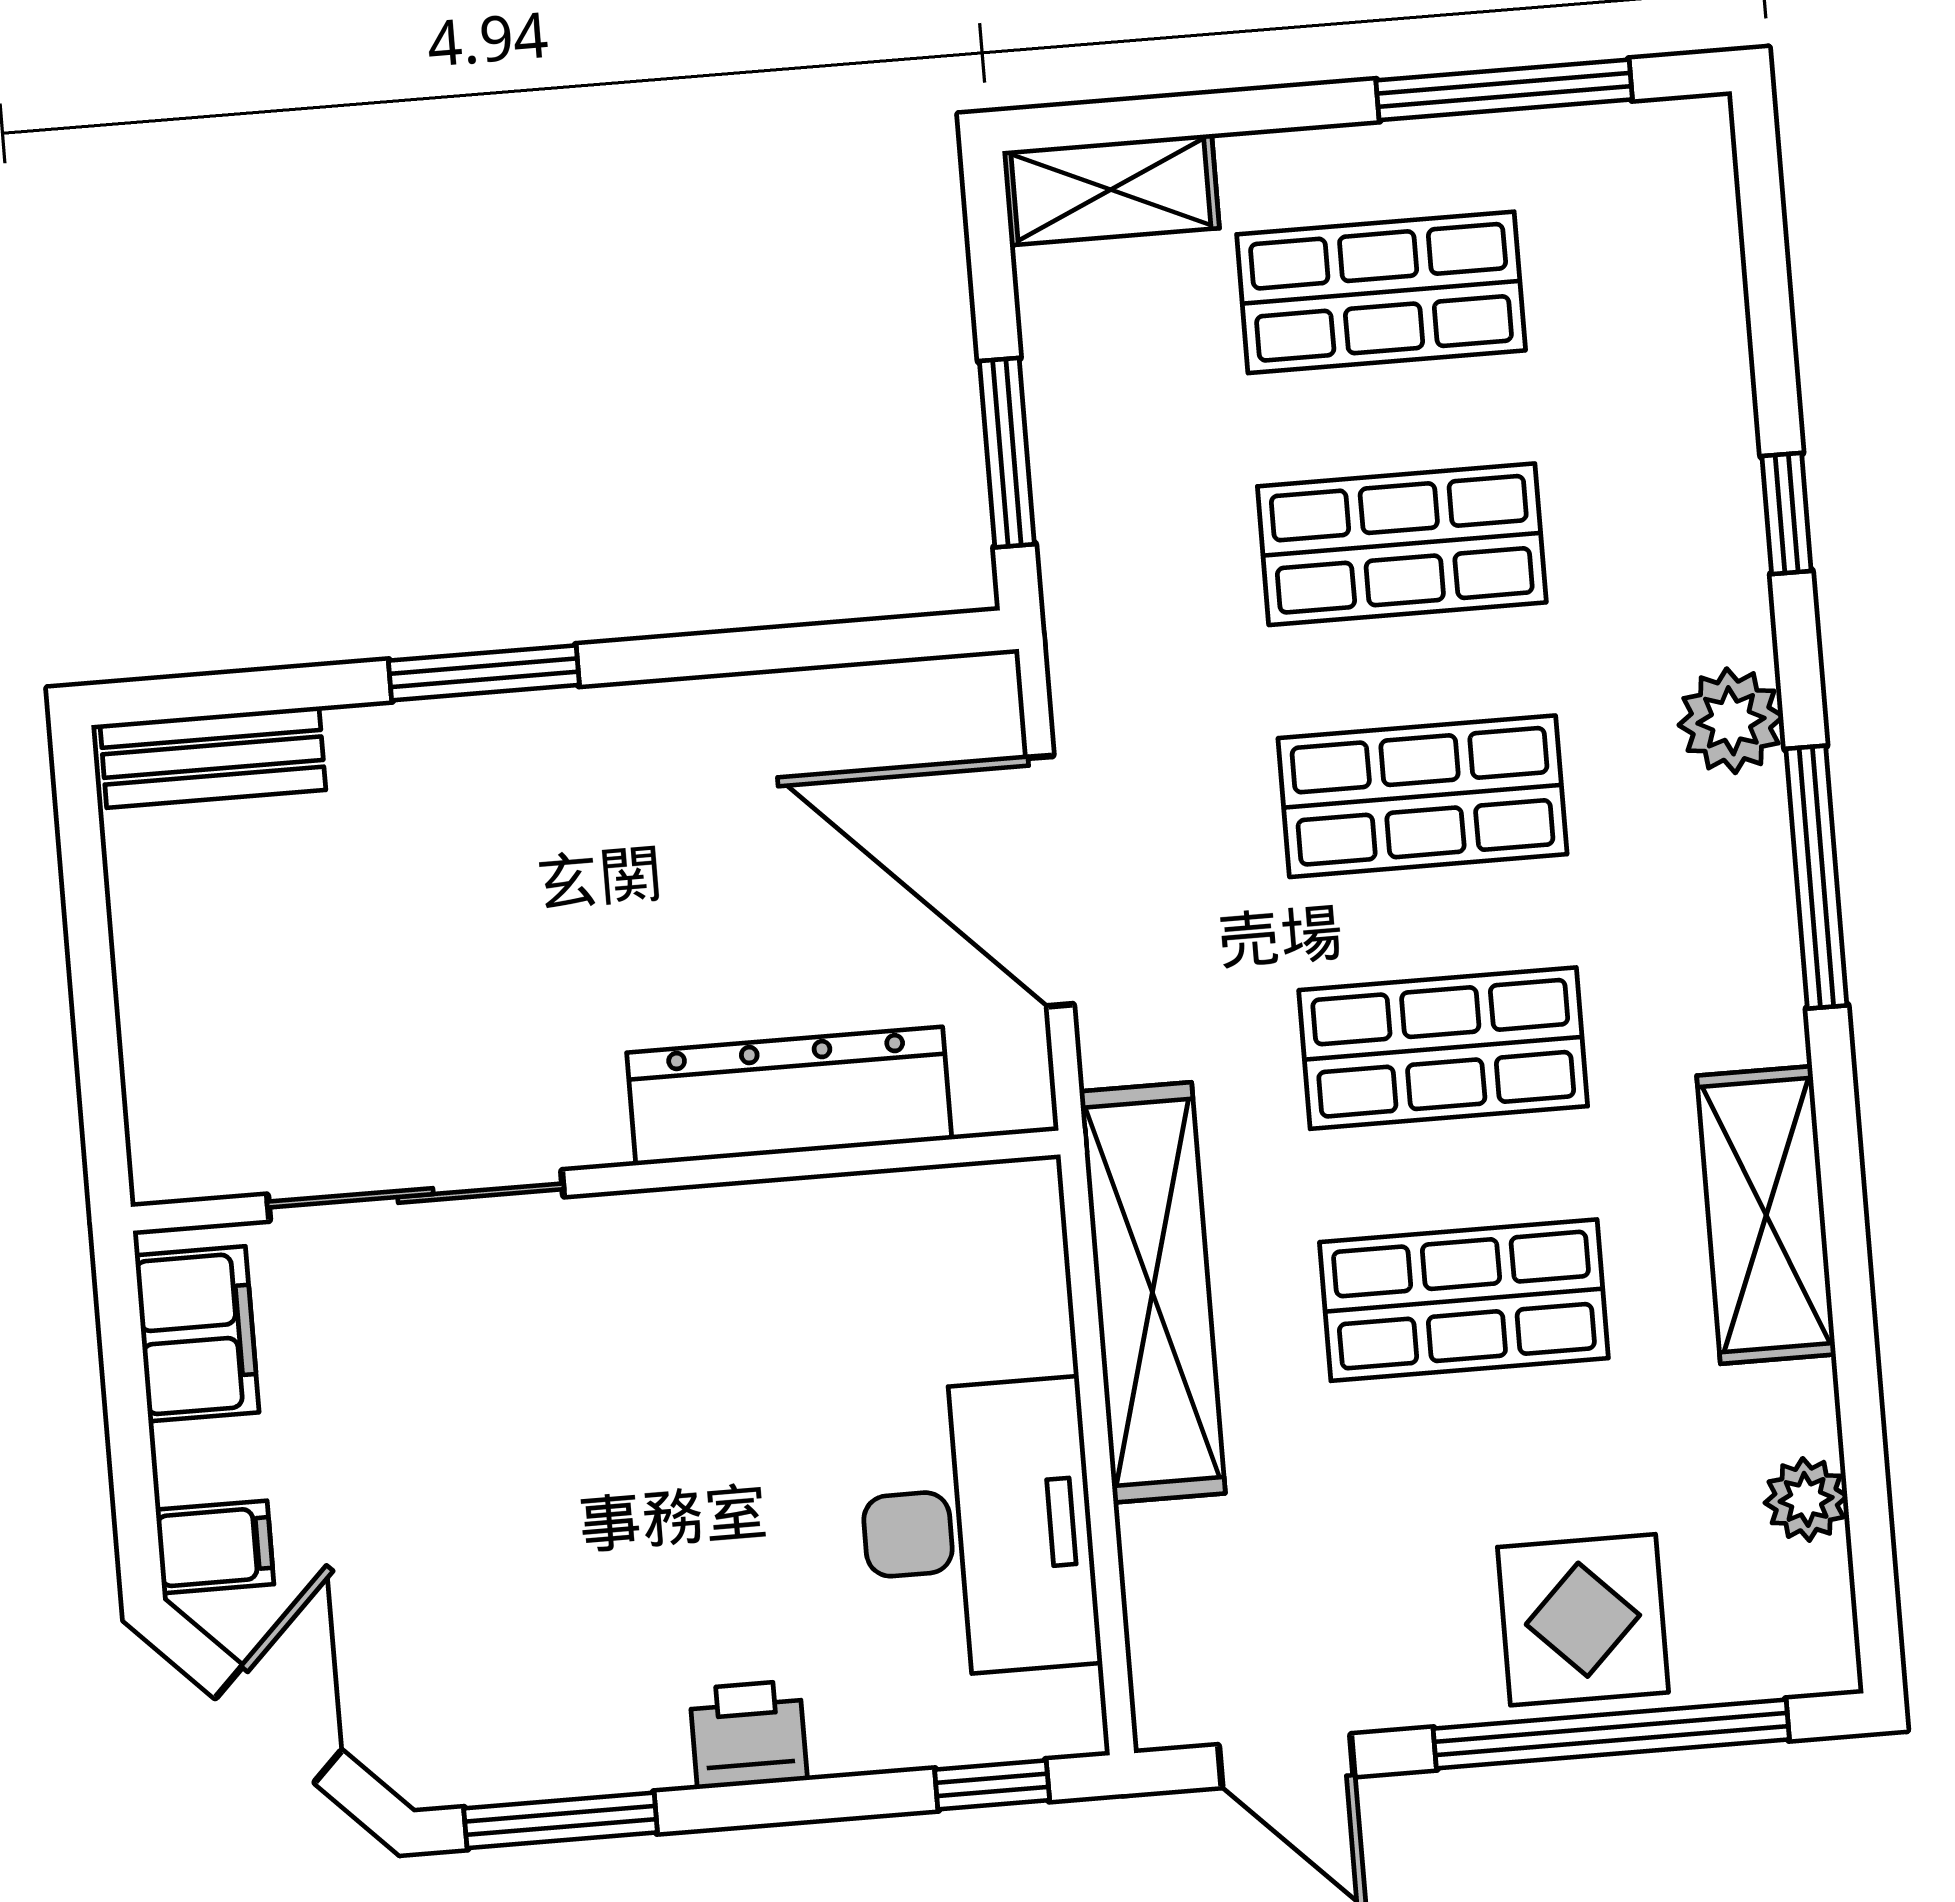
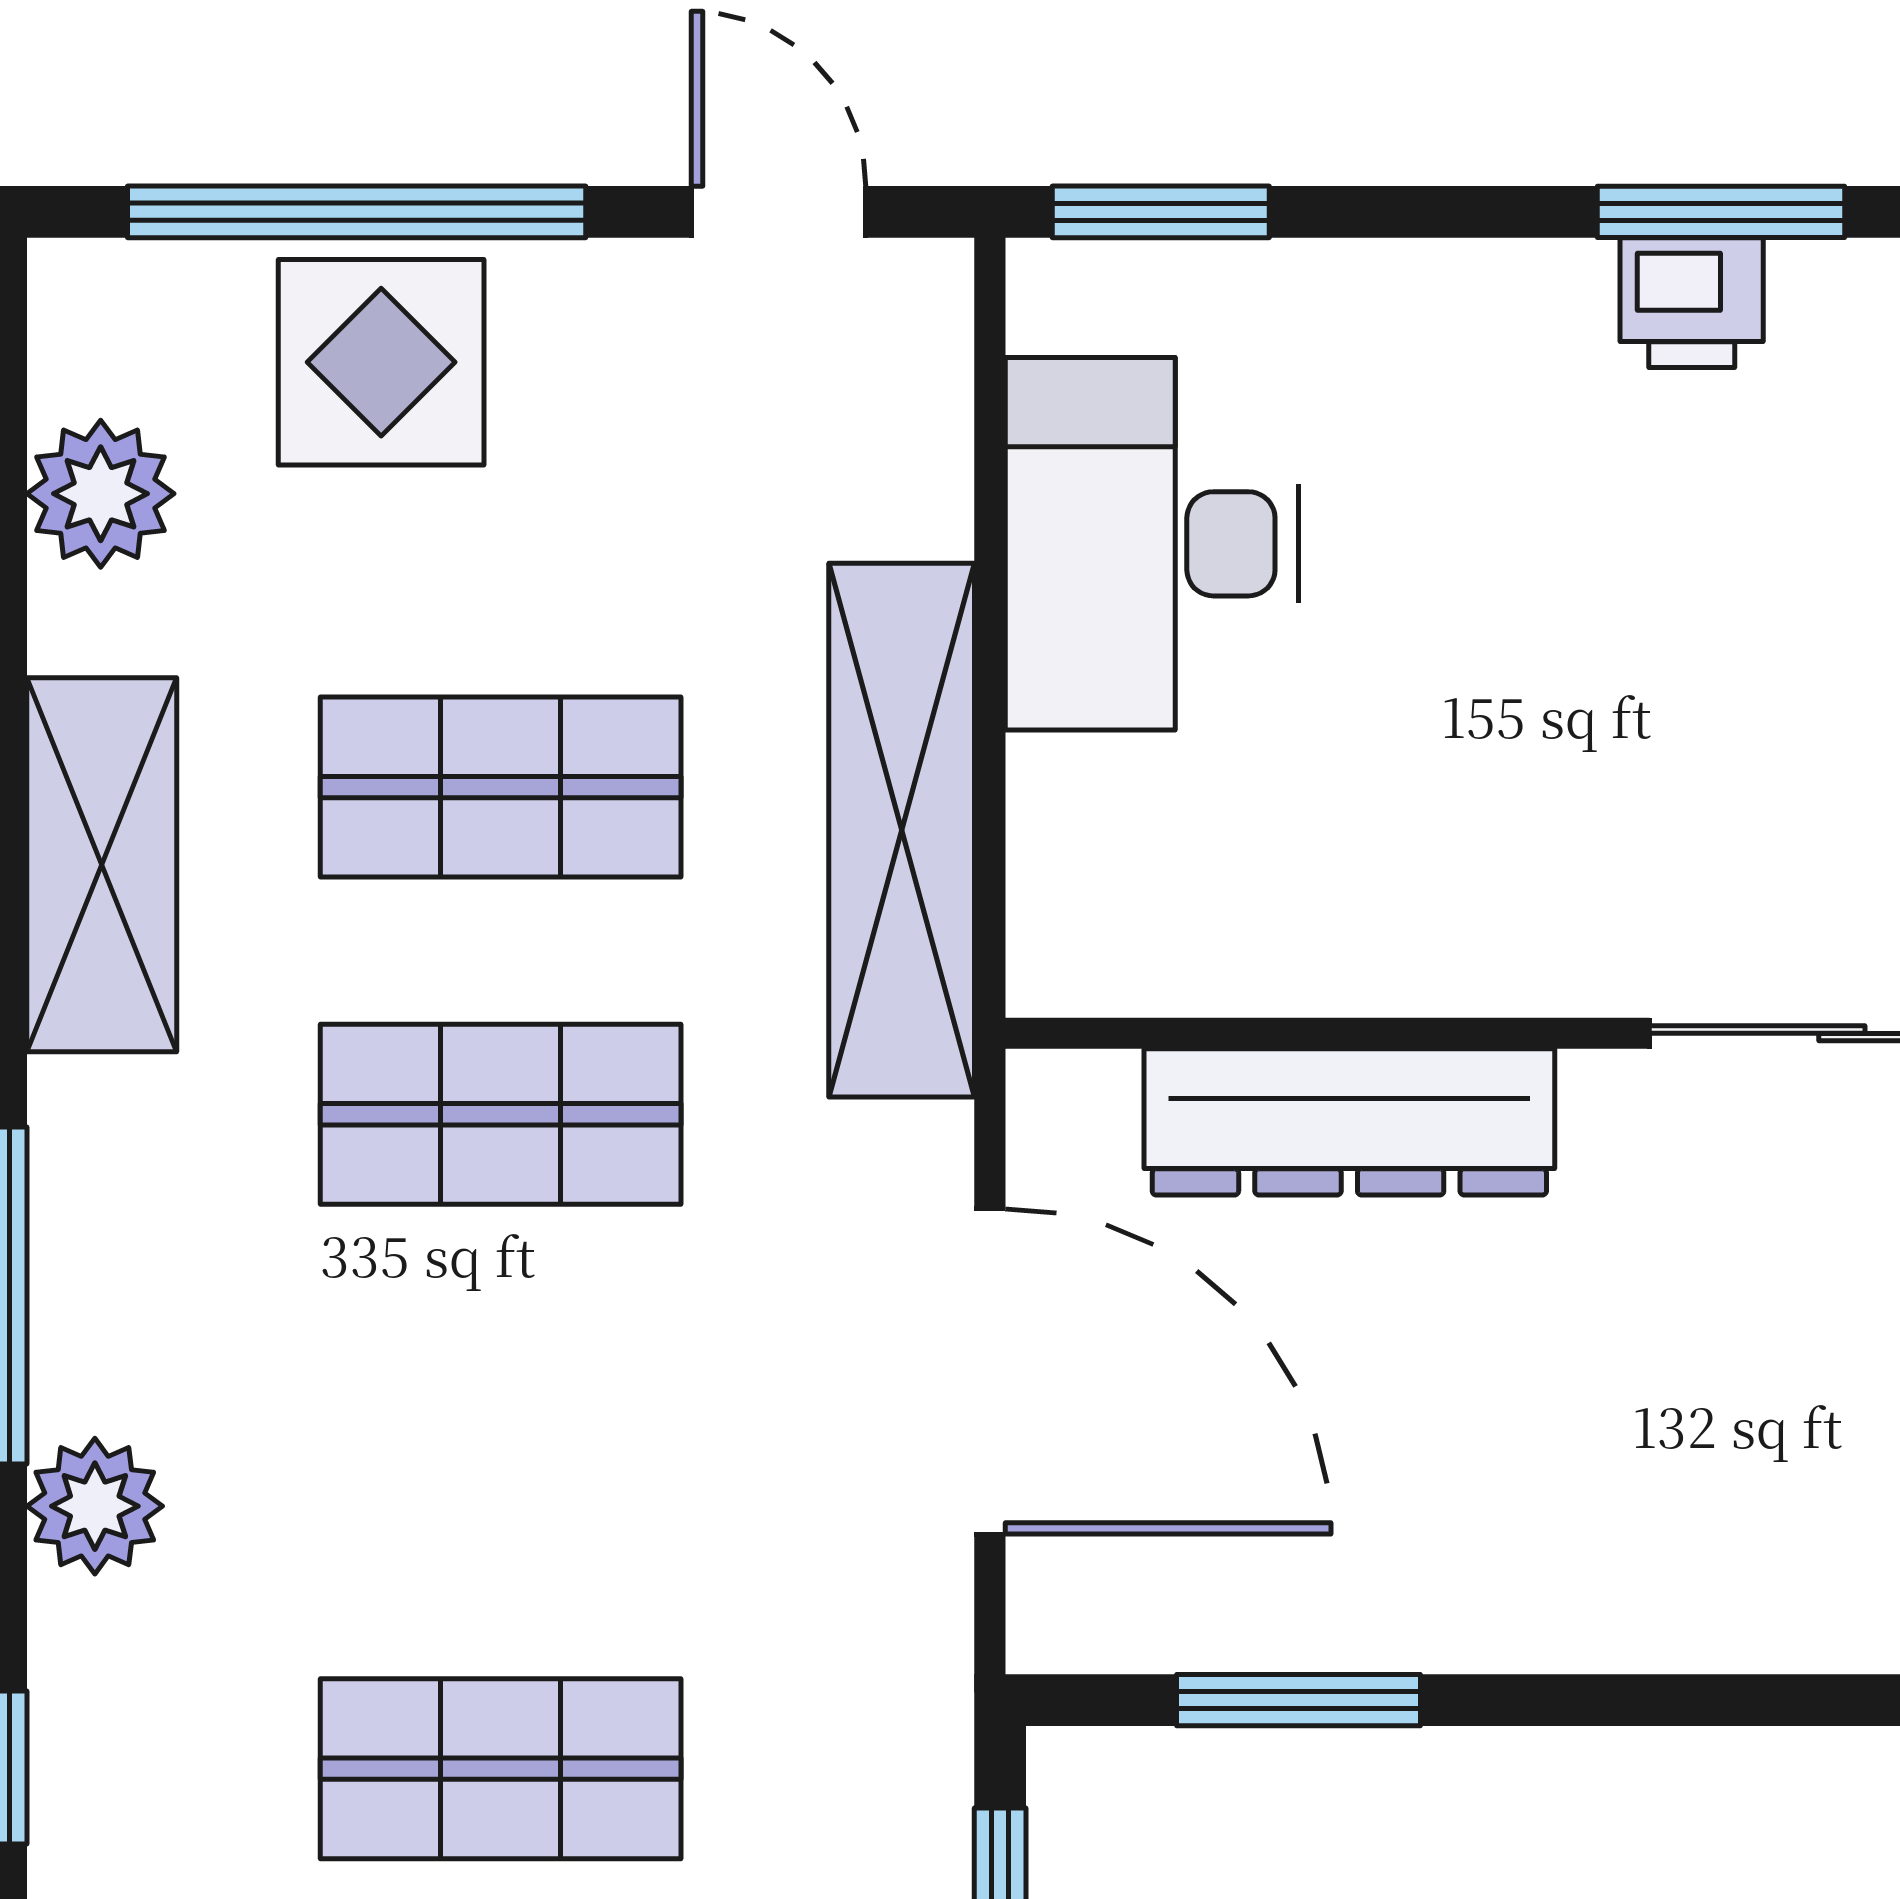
window: (484, 673) -> (1299, 1700), moved
shop shelf: (1422, 796) -> (501, 1441), removed
plant: (1806, 1499) -> (101, 494), width x1.38, depth x1.38
printer: (748, 1735) -> (1692, 303), moved
window: (992, 1785) -> (1161, 212), width x1.50

